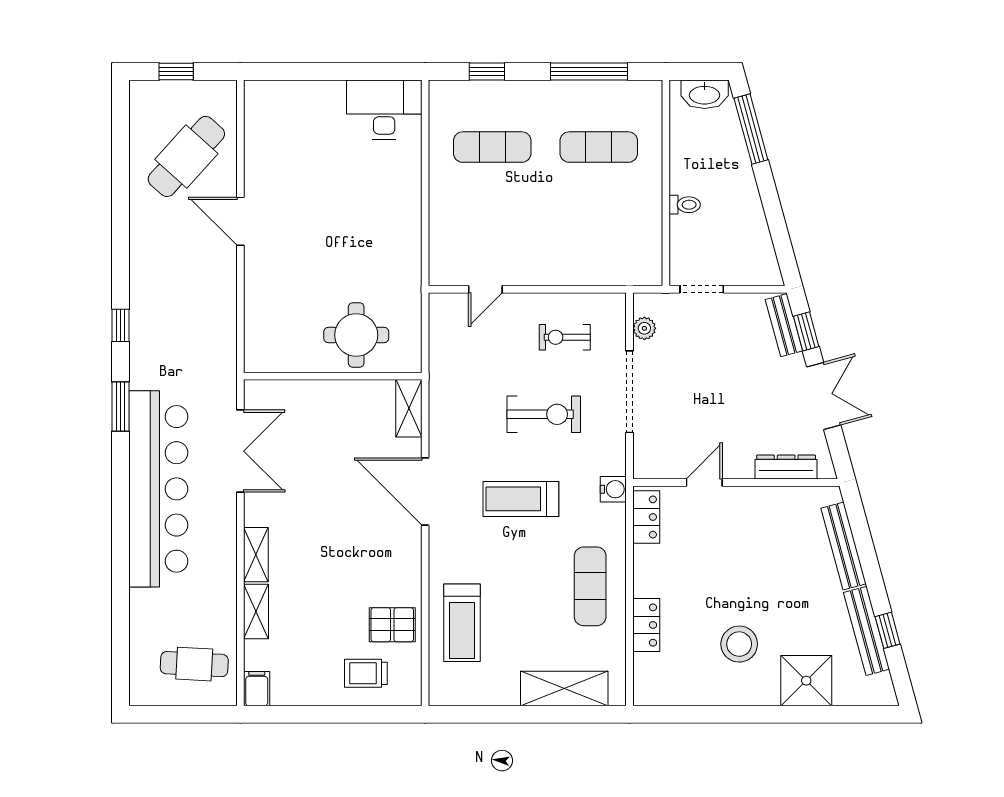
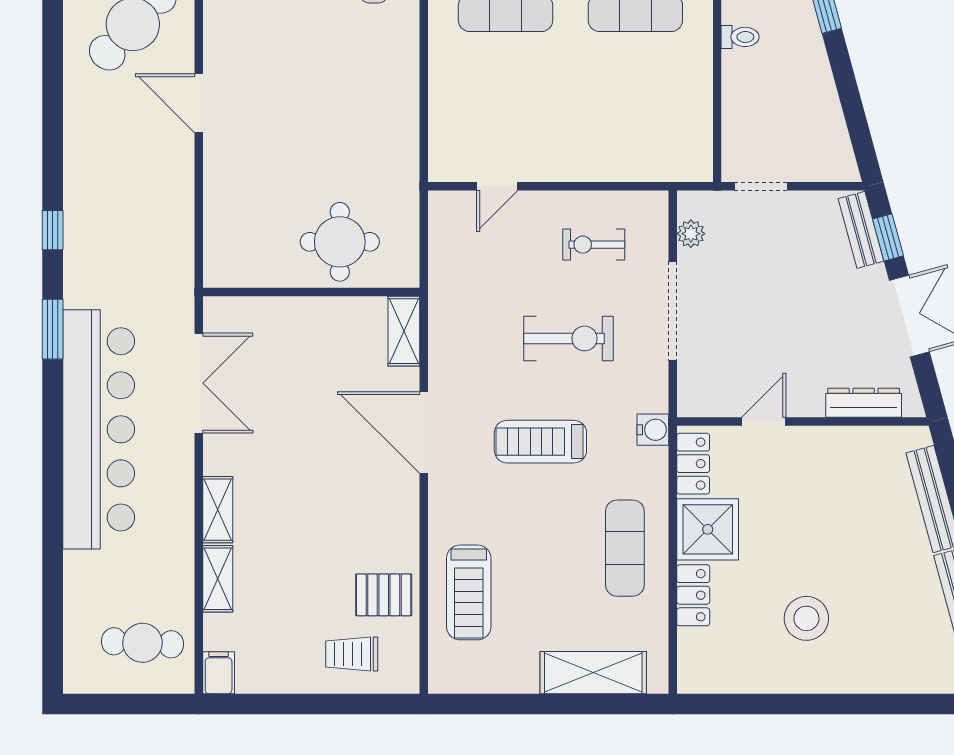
toilet: (685, 205) -> (740, 37), moved
shower: (806, 681) -> (708, 529), moved

